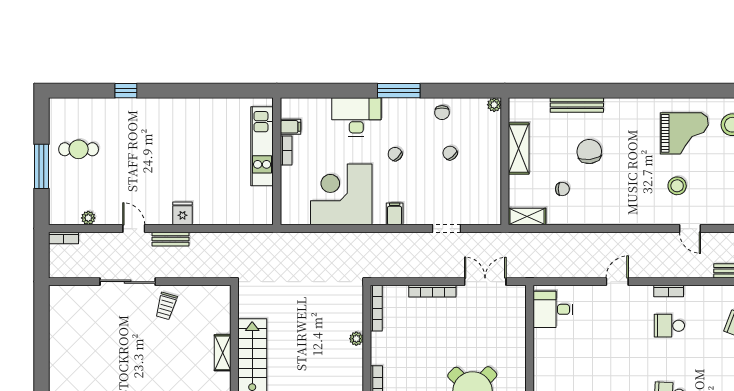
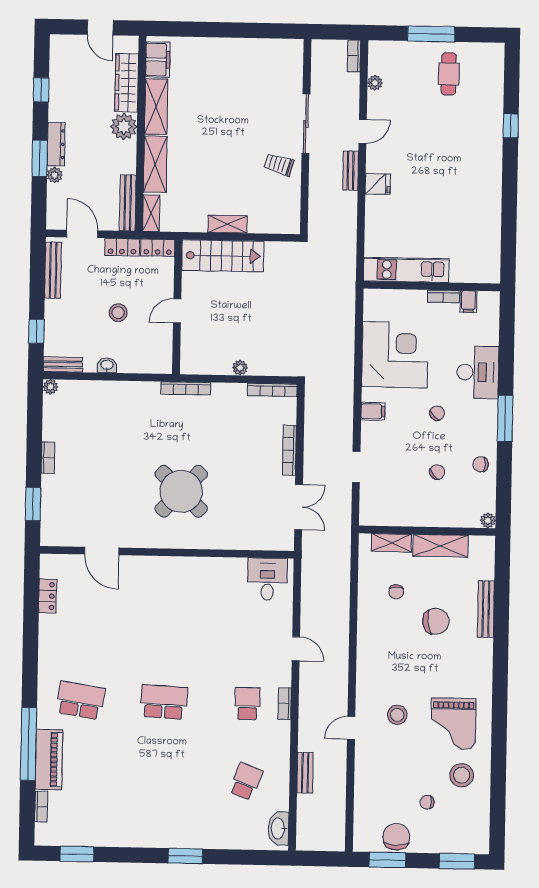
kitchen unit: (262, 146) -> (406, 270), moved
shelving: (527, 217) -> (392, 543), moved, turned 90

